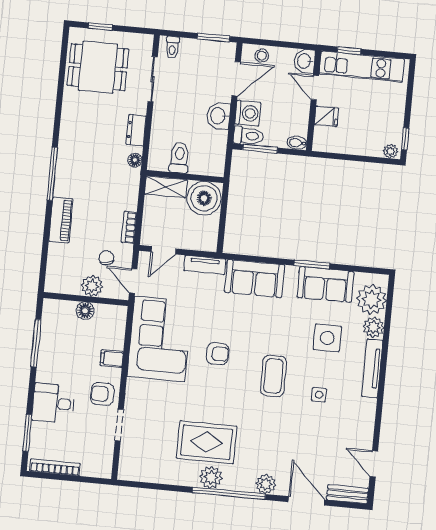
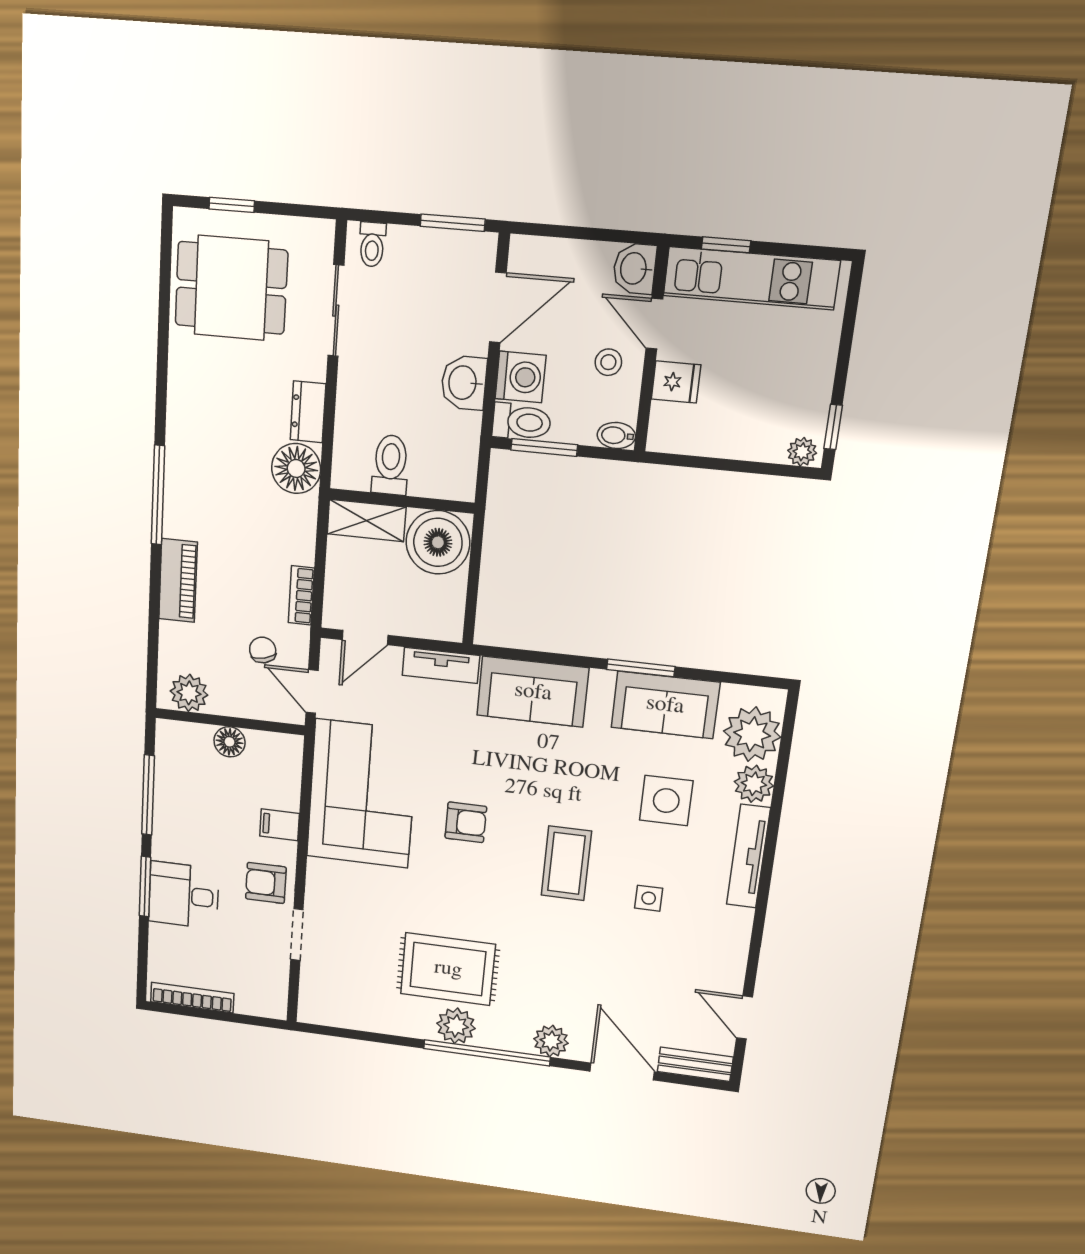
stool: (262, 56) -> (608, 362), moved
floor lamp: (135, 160) -> (296, 468), width x1.89, depth x1.89
plant: (92, 286) -> (189, 693), moved
window: (27, 433) -> (145, 887), moved

